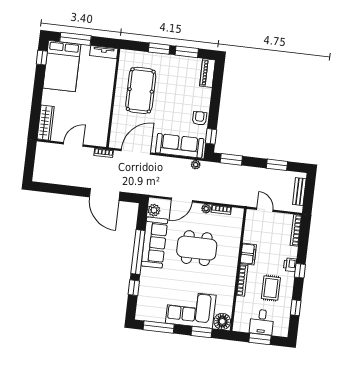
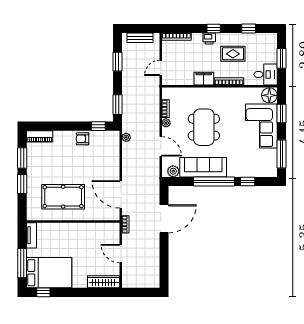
sofa: (180, 146) -> (110, 154), removed
desk: (262, 322) -> (266, 74), moved

